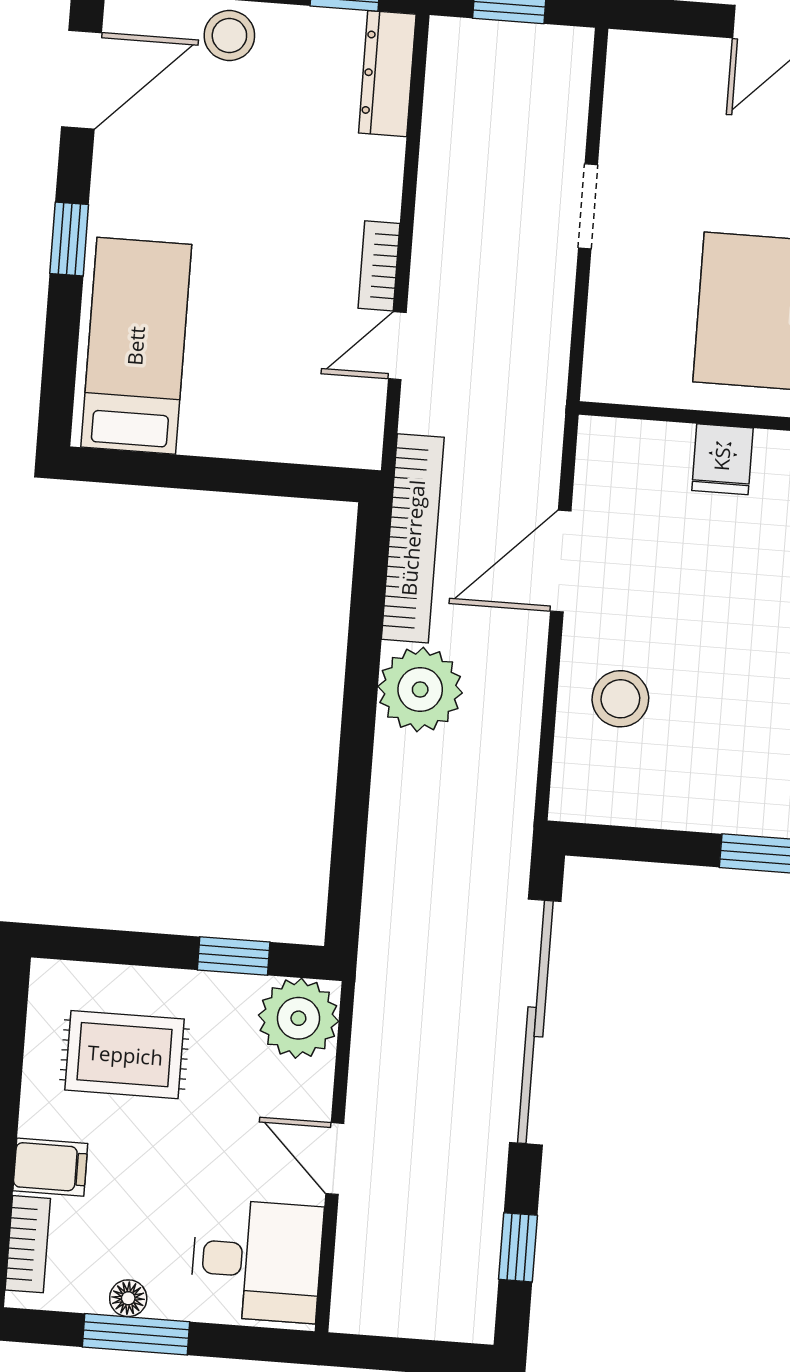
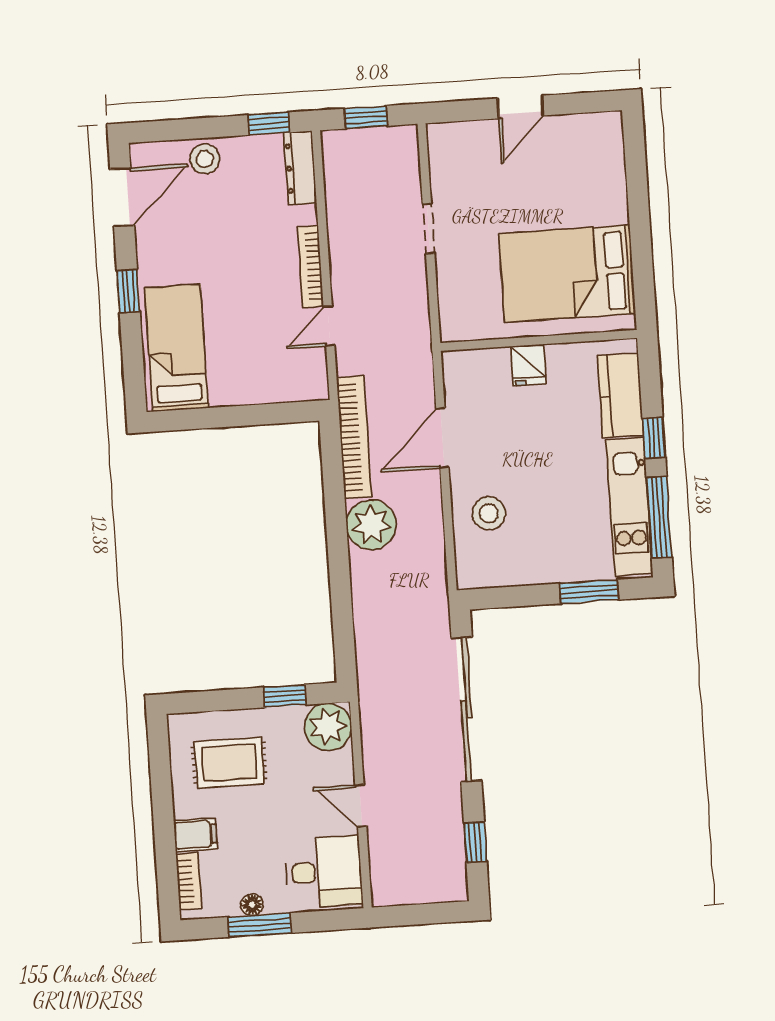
bookcase: (379, 266) -> (311, 266), width x1.56

